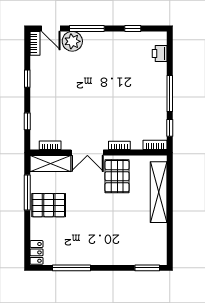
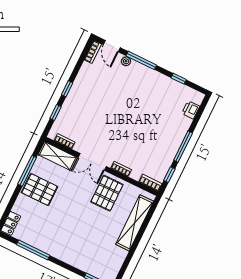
plant: (72, 41) -> (126, 61), width x0.53, depth x0.53
window: (27, 79) -> (67, 89), moved

